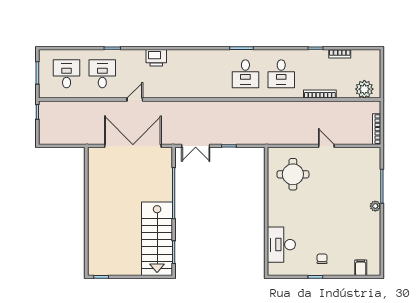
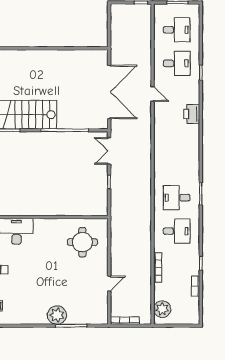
desk: (281, 74) -> (177, 231), turned 180
door: (326, 146) -> (109, 284), moved
plant: (375, 206) -> (57, 315), width x1.87, depth x1.87

